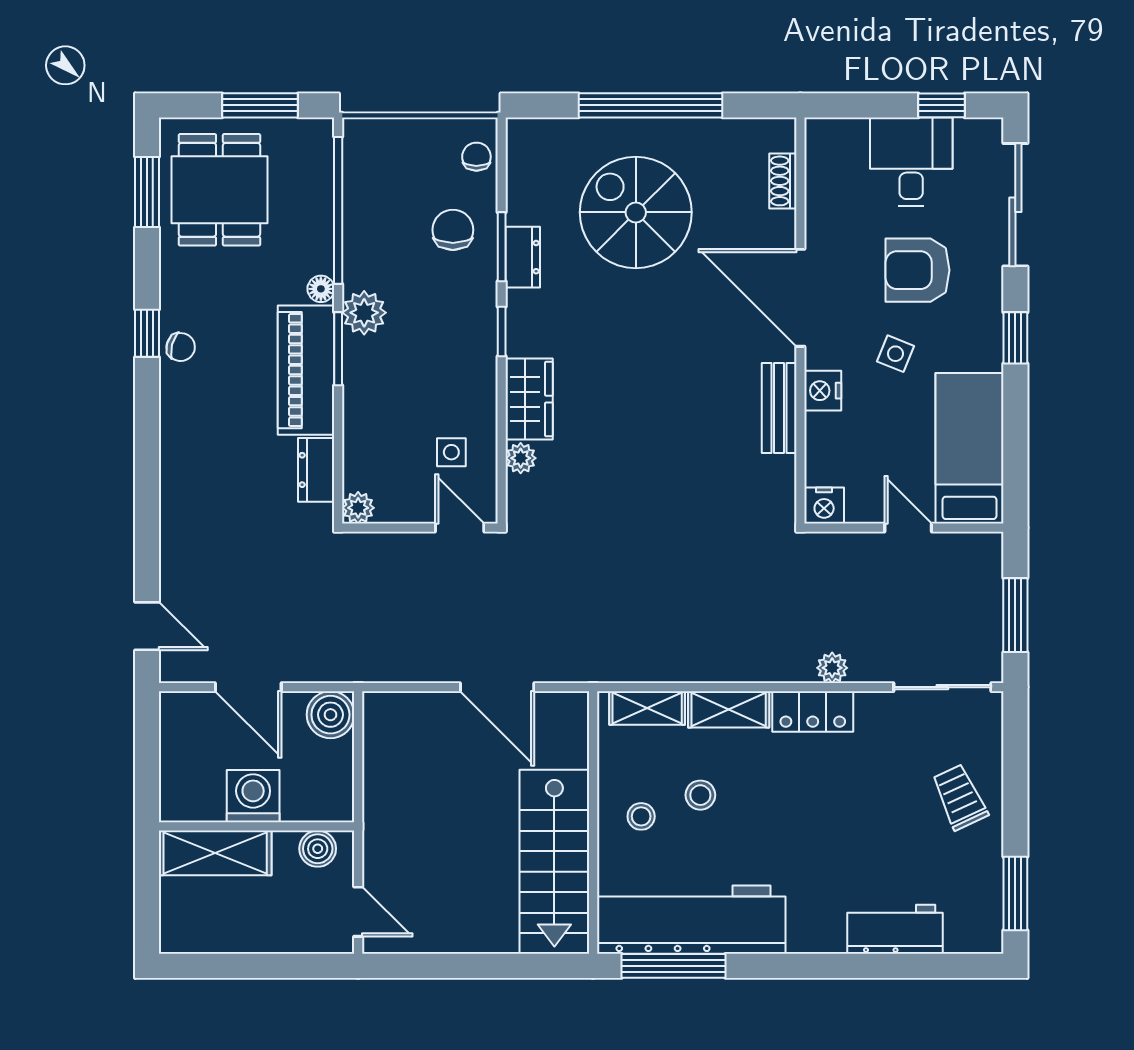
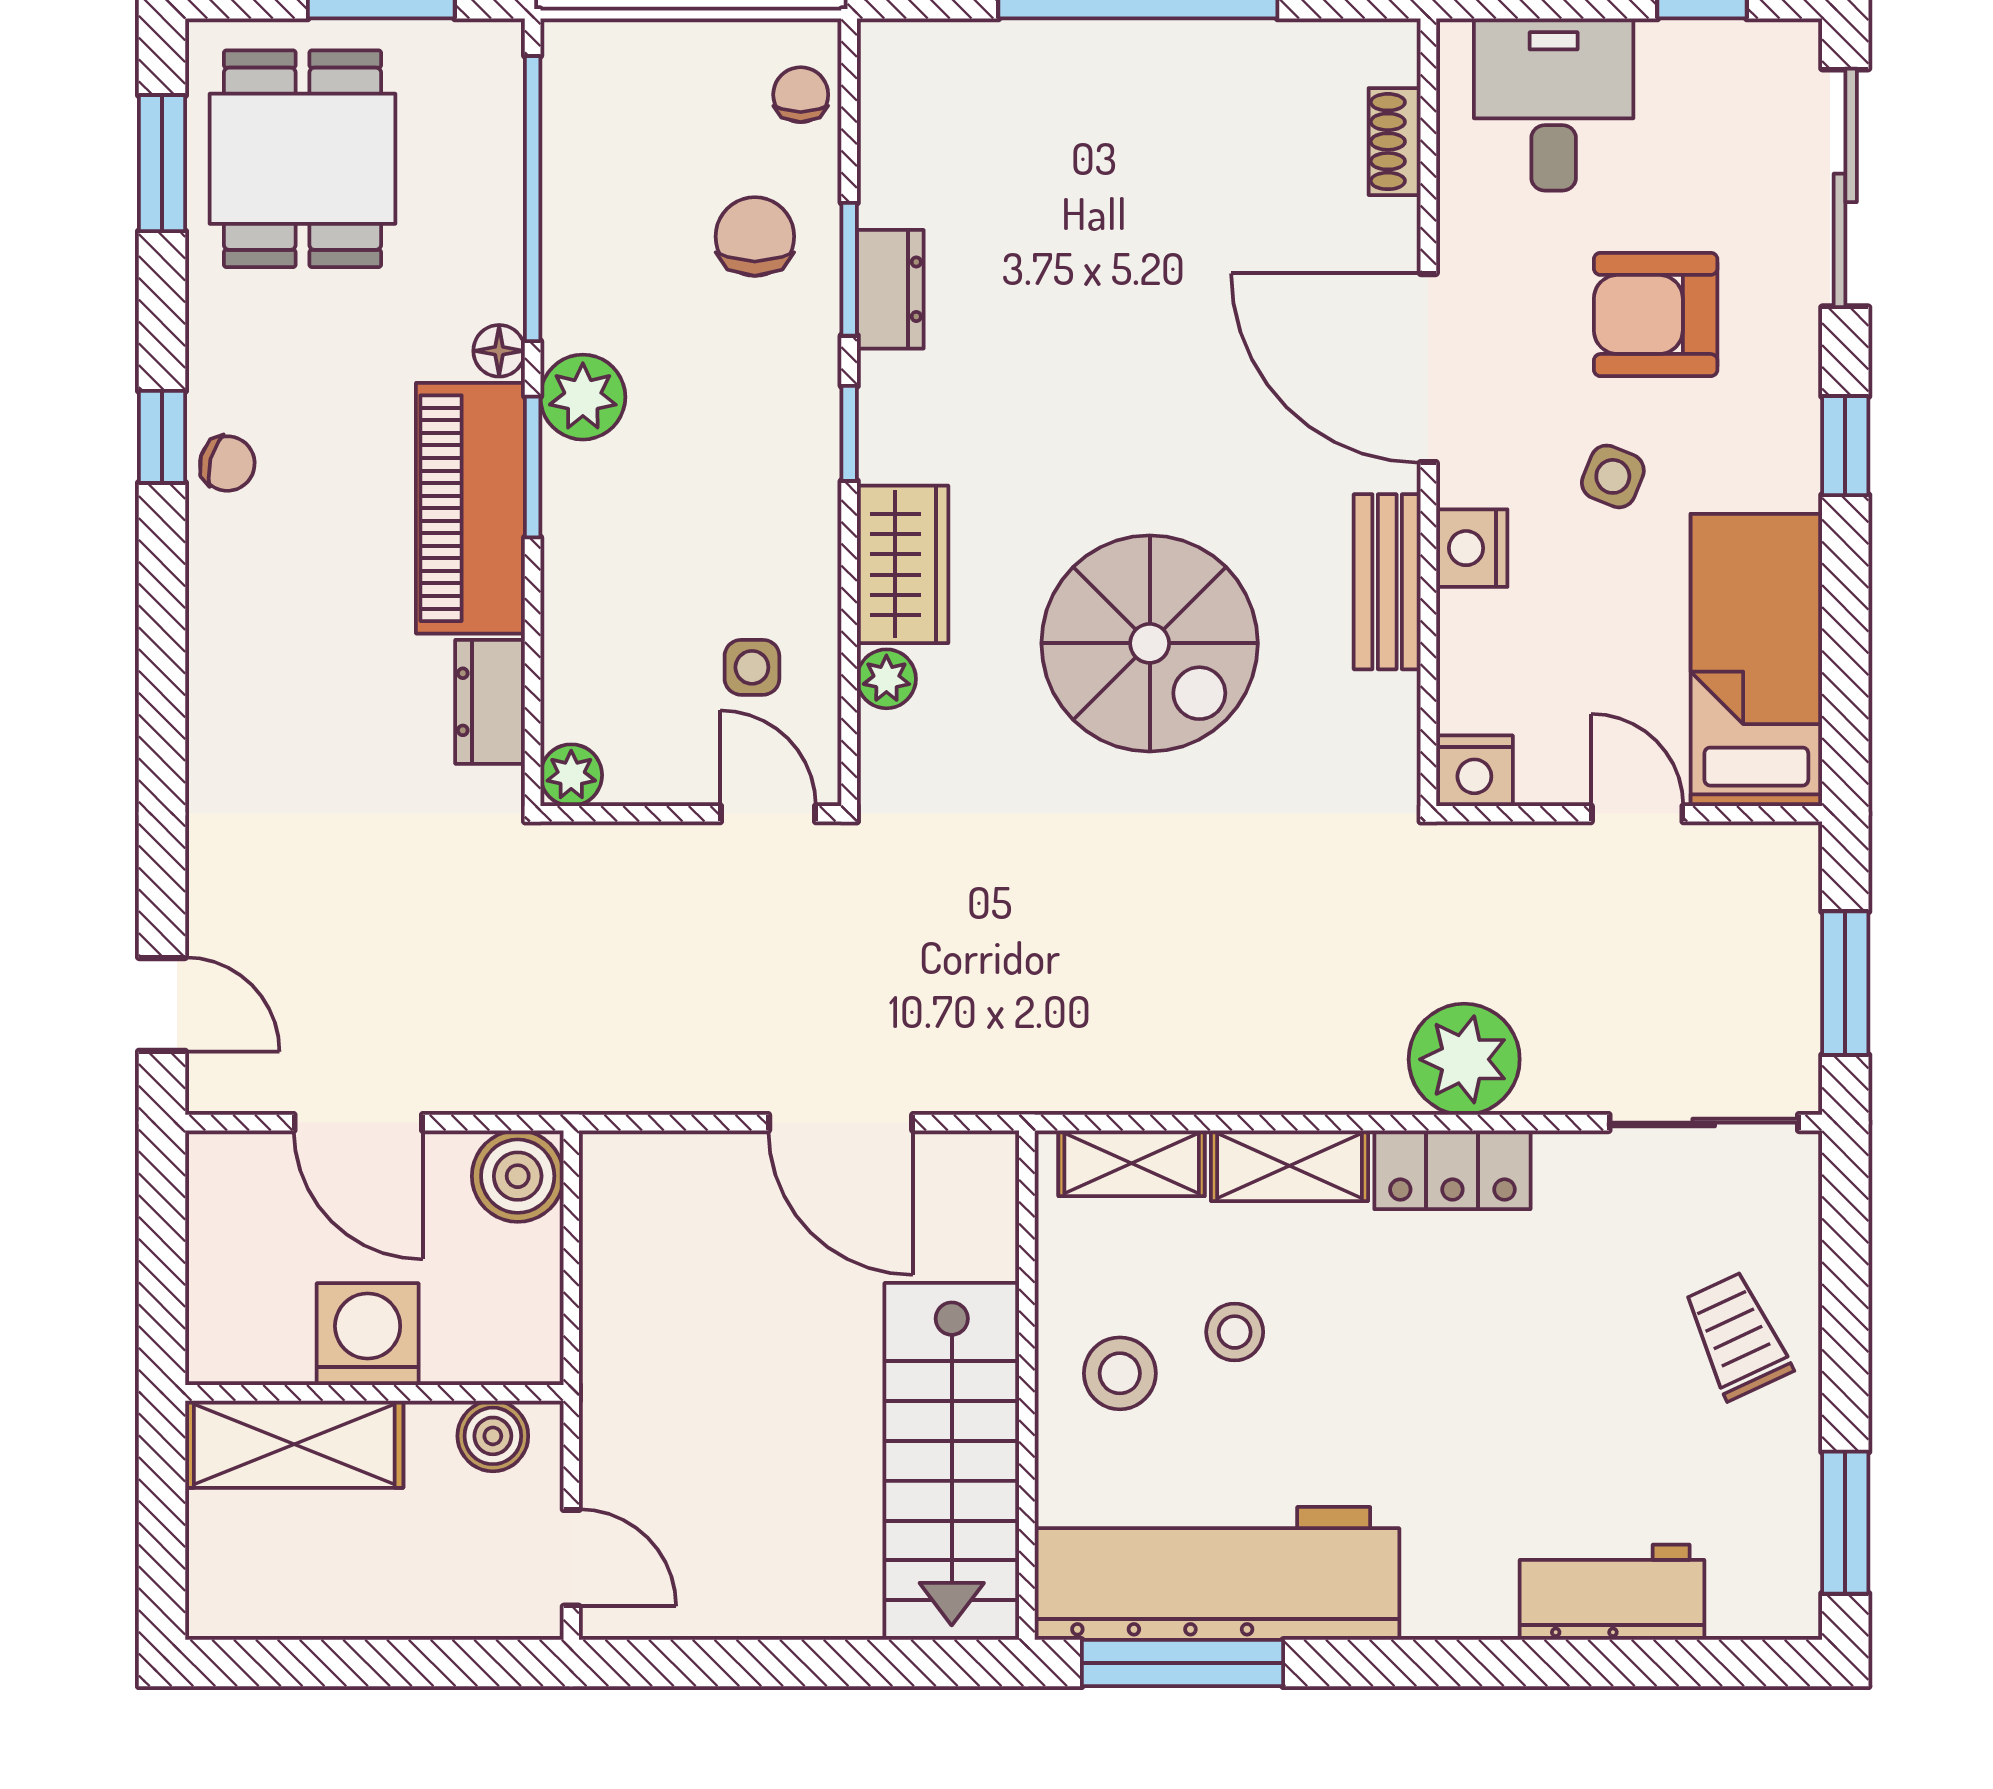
desk: (911, 162) -> (1554, 105), moved
spiral stairs: (636, 212) -> (1150, 643), moved, turned 180
plant: (832, 668) -> (1464, 1059), width x1.88, depth x1.88
stool: (641, 816) -> (1120, 1373), width x1.37, depth x1.37

